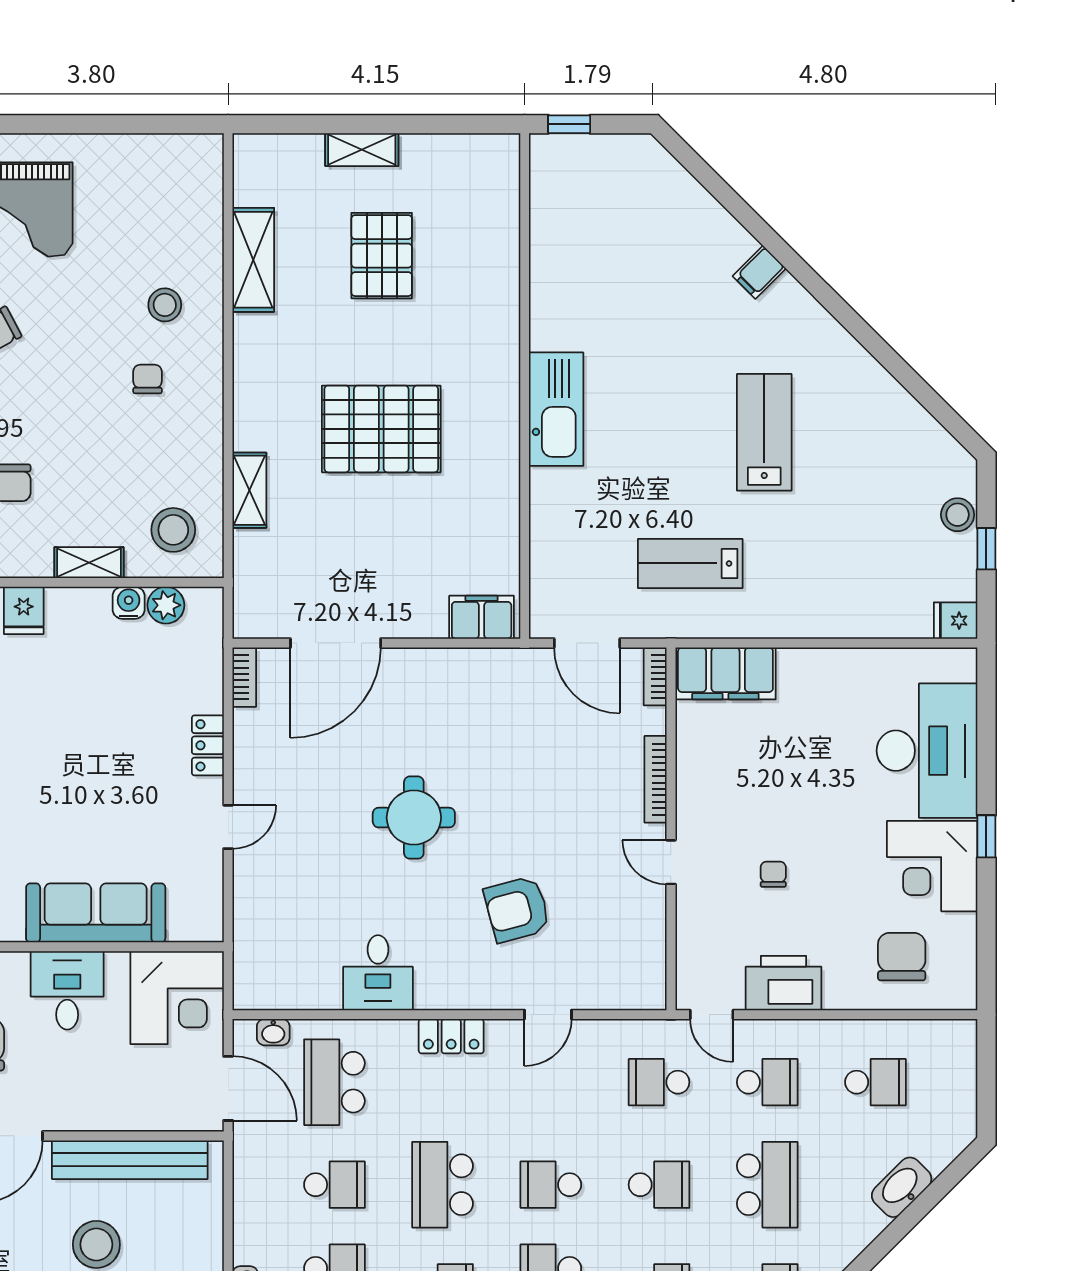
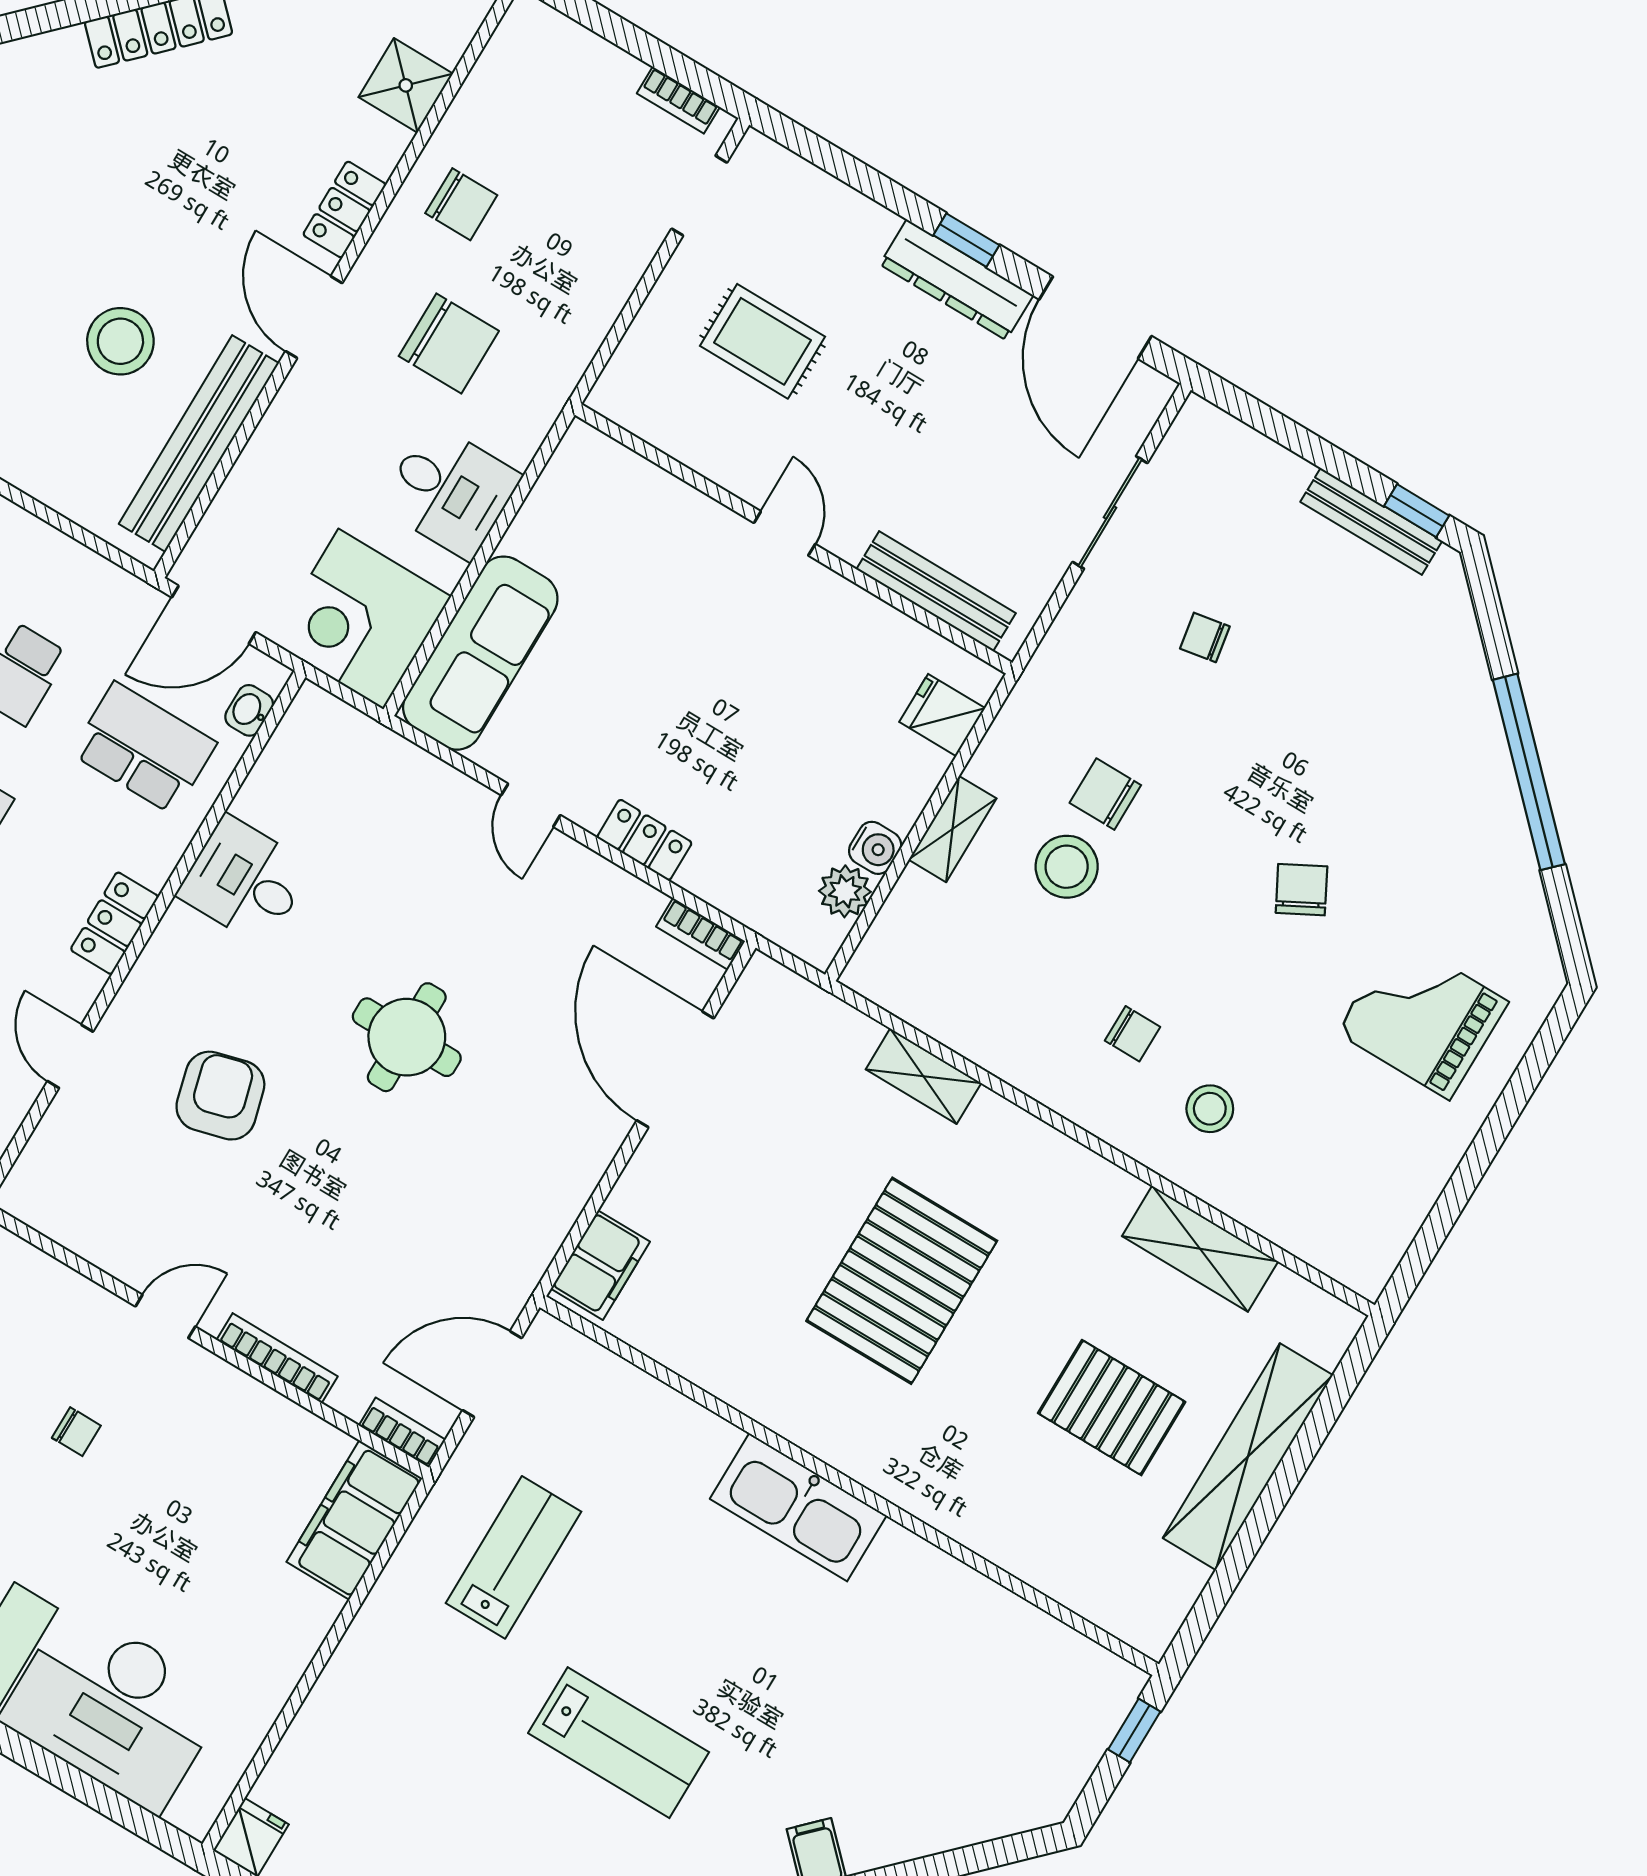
shelving: (362, 150) -> (1248, 1457), width x2.20, depth x1.33
stool: (173, 530) -> (1067, 867), moved
sofa: (96, 913) -> (480, 653), moved

